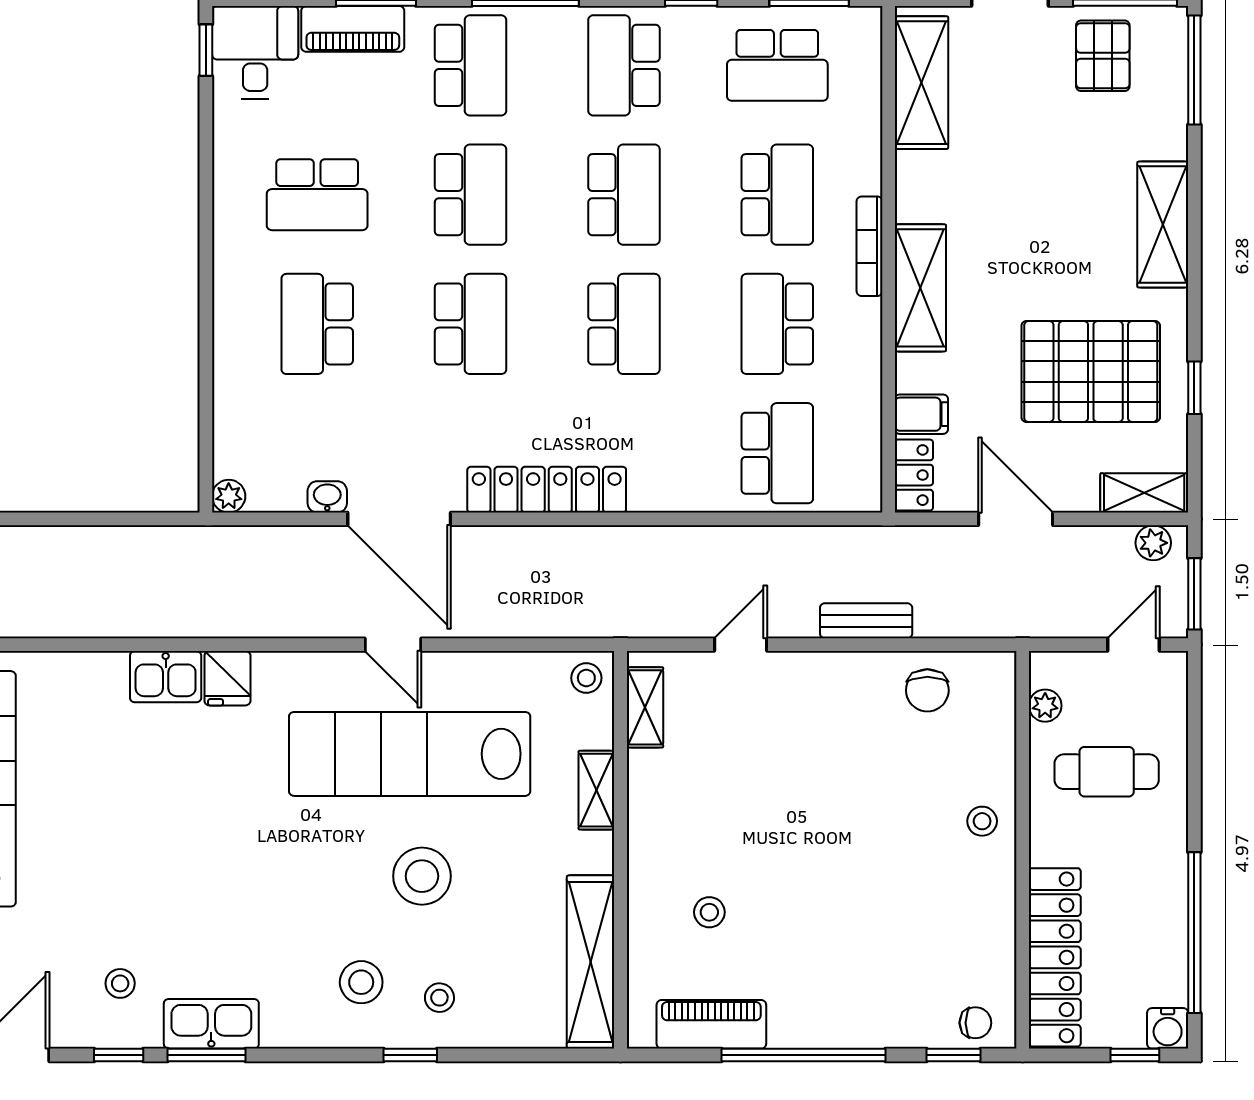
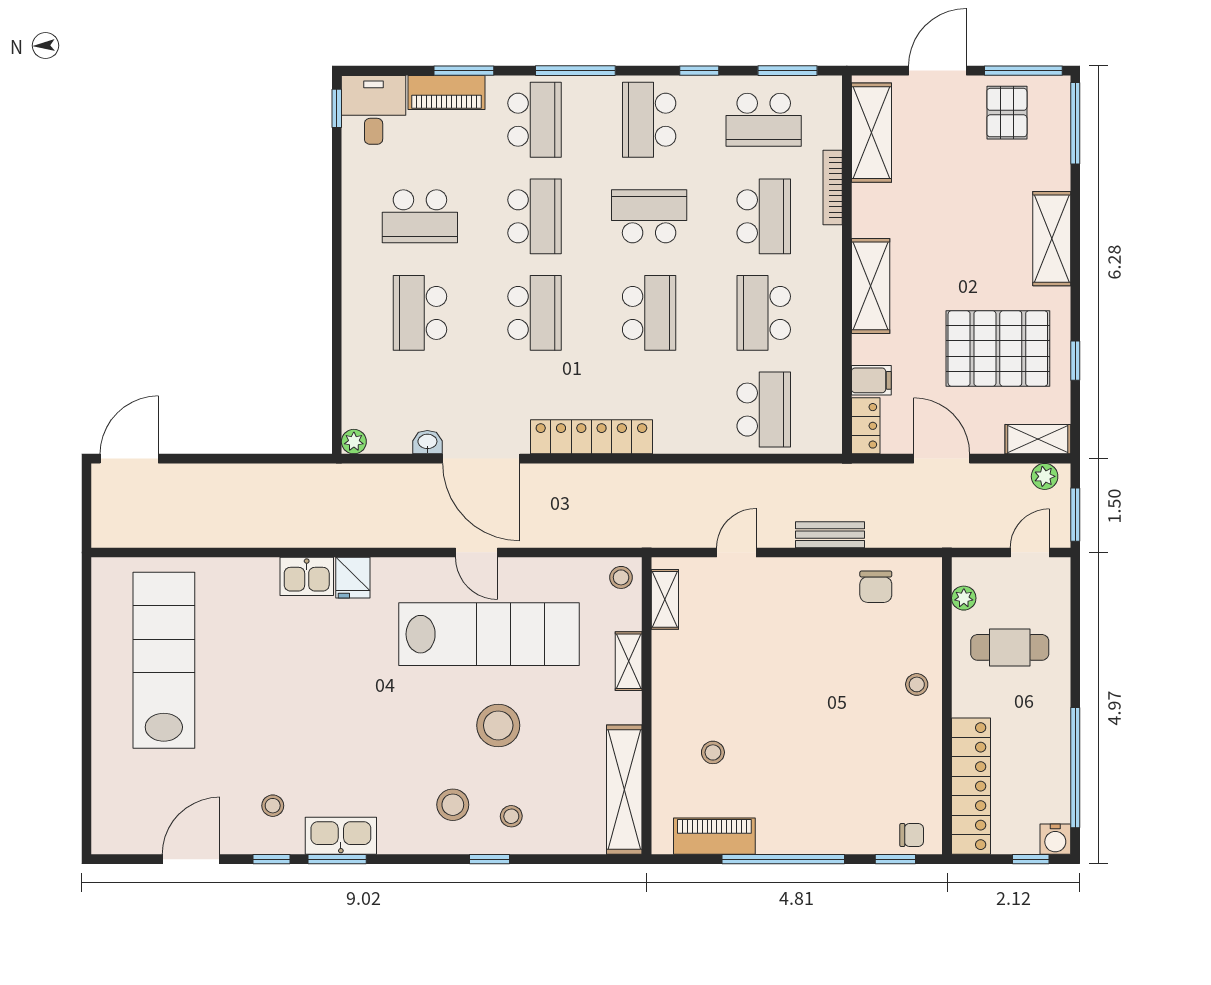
school desk: (624, 195) -> (649, 216), turned -90
bookcase: (870, 246) -> (833, 187), moved
lab bench: (410, 754) -> (489, 634), turned 180

